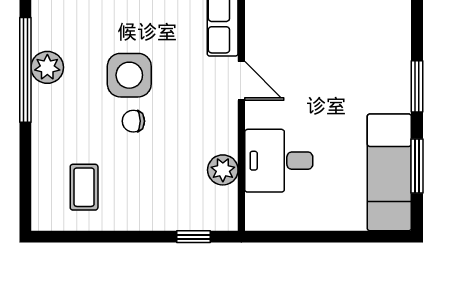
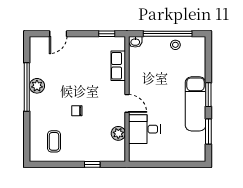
side table: (129, 75) -> (75, 89), removed
door: (241, 81) -> (127, 103), moved
exam couch: (389, 172) -> (196, 104), moved
window: (193, 237) -> (92, 164), moved

